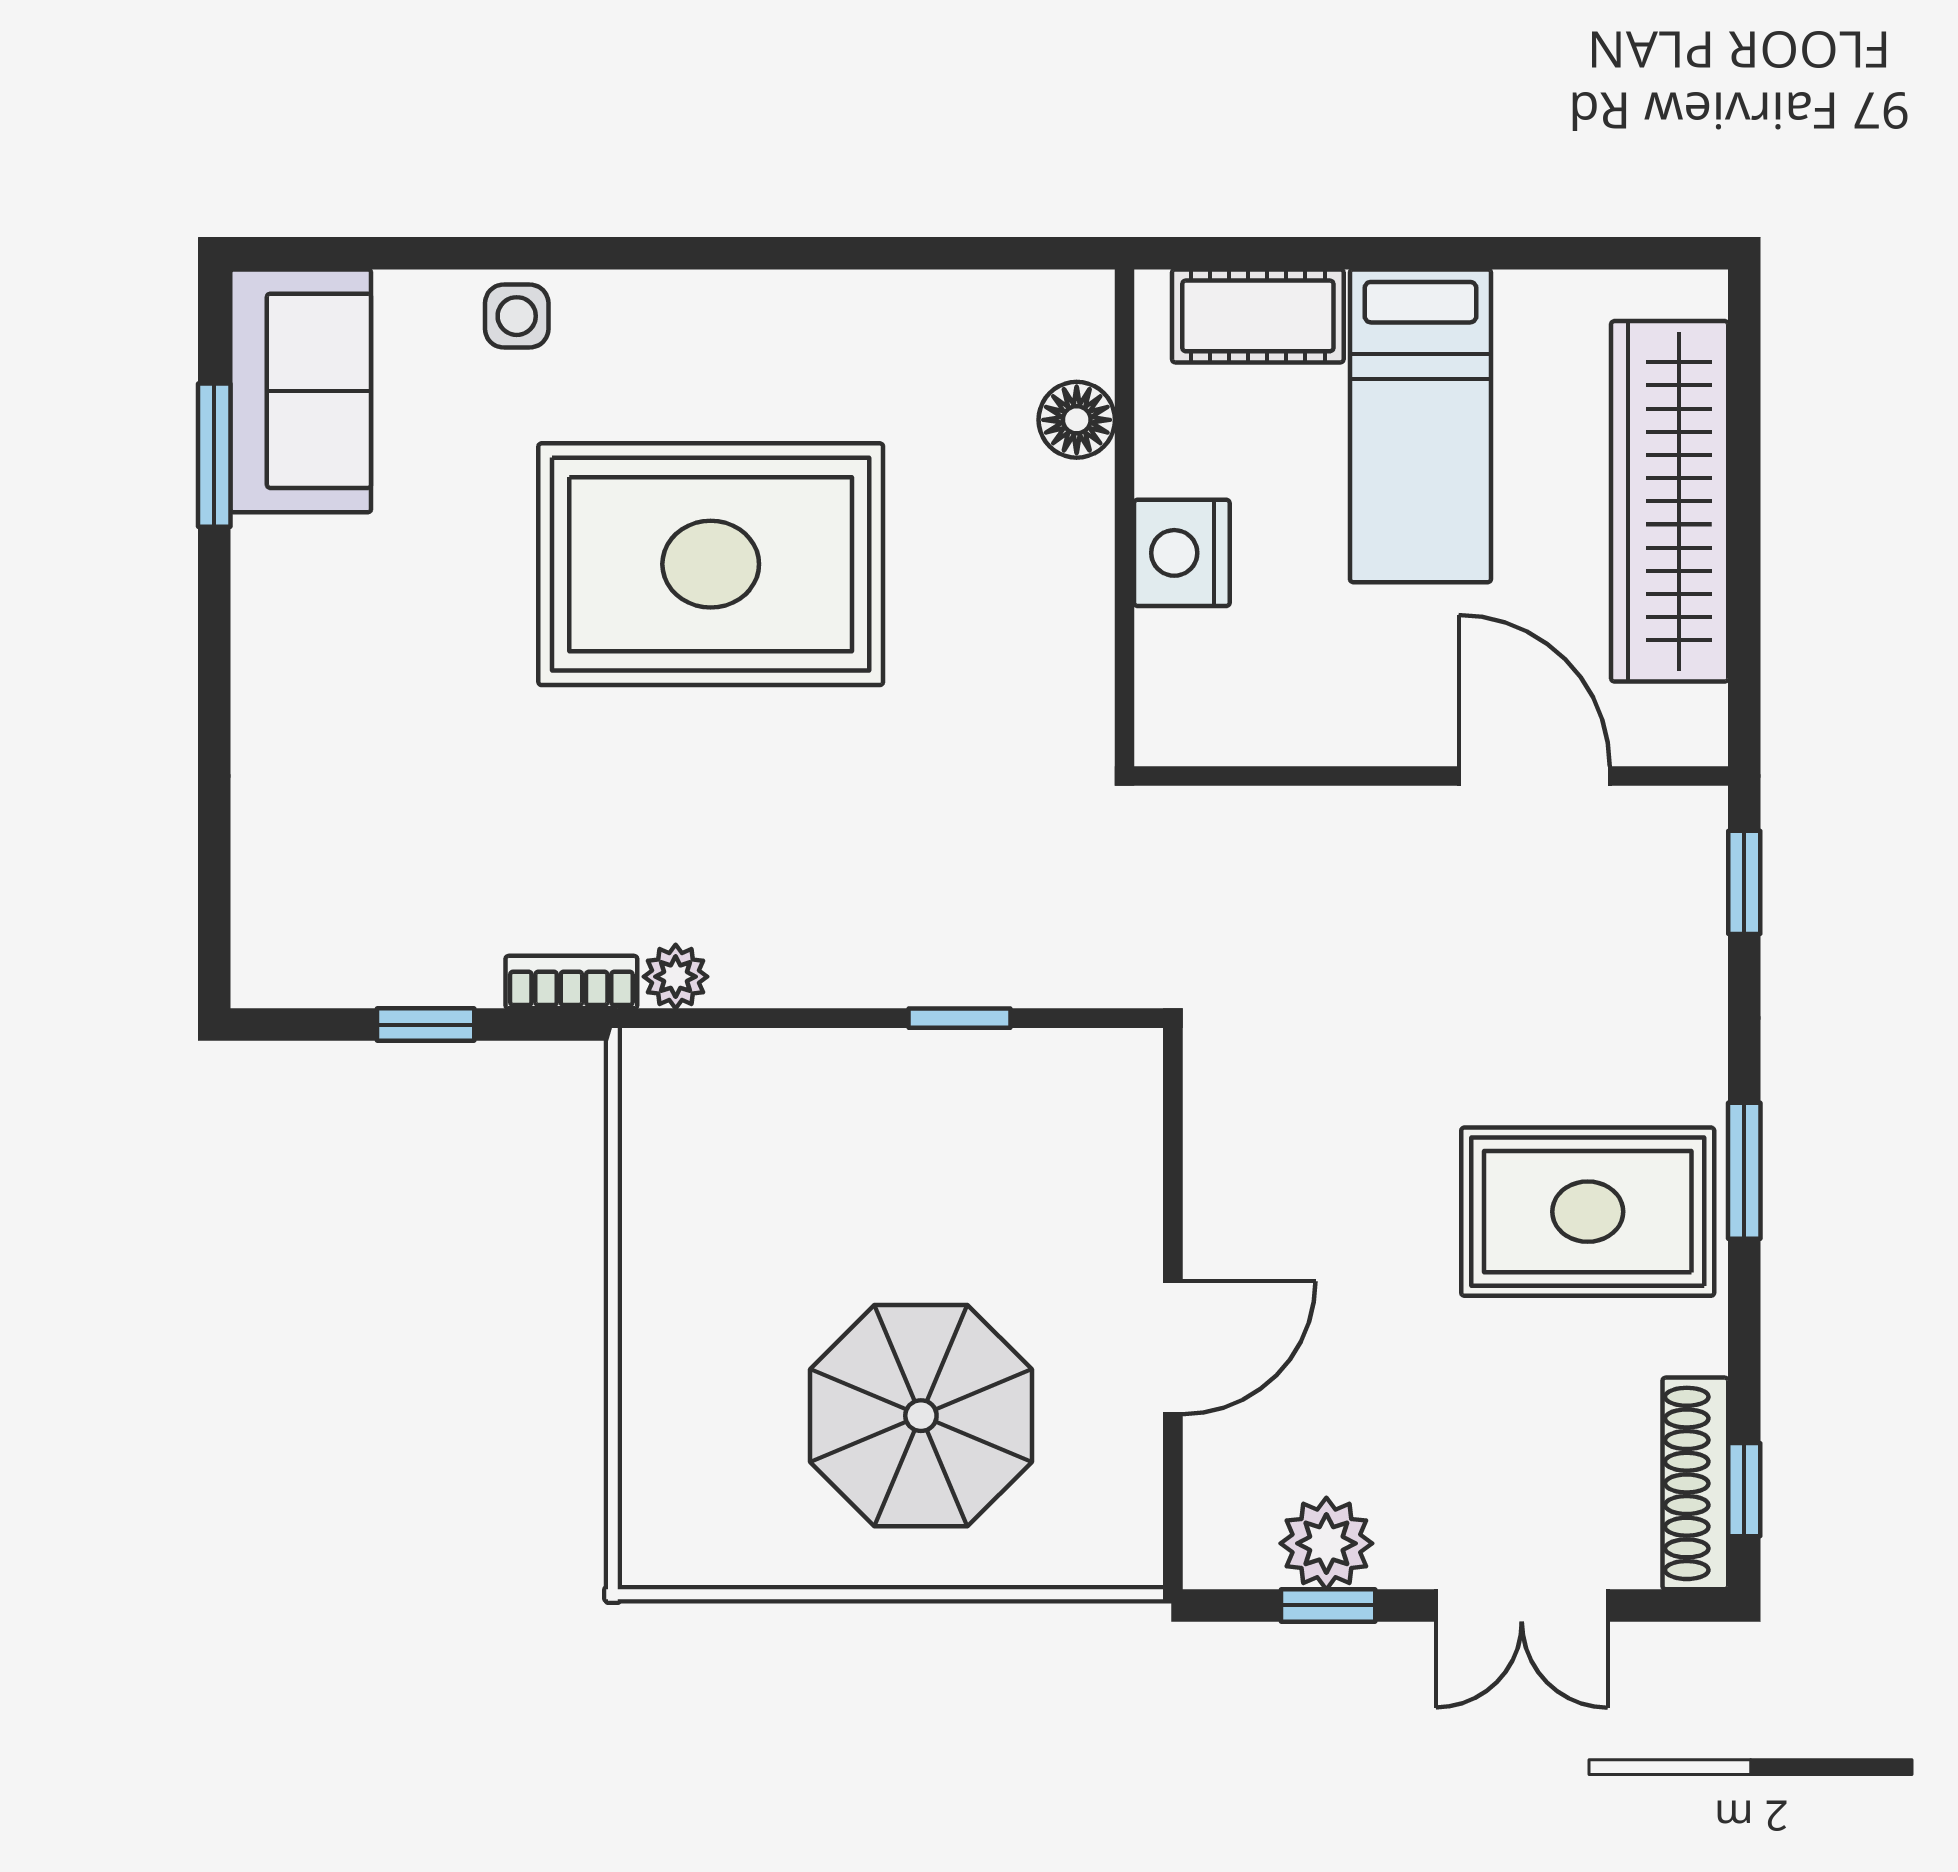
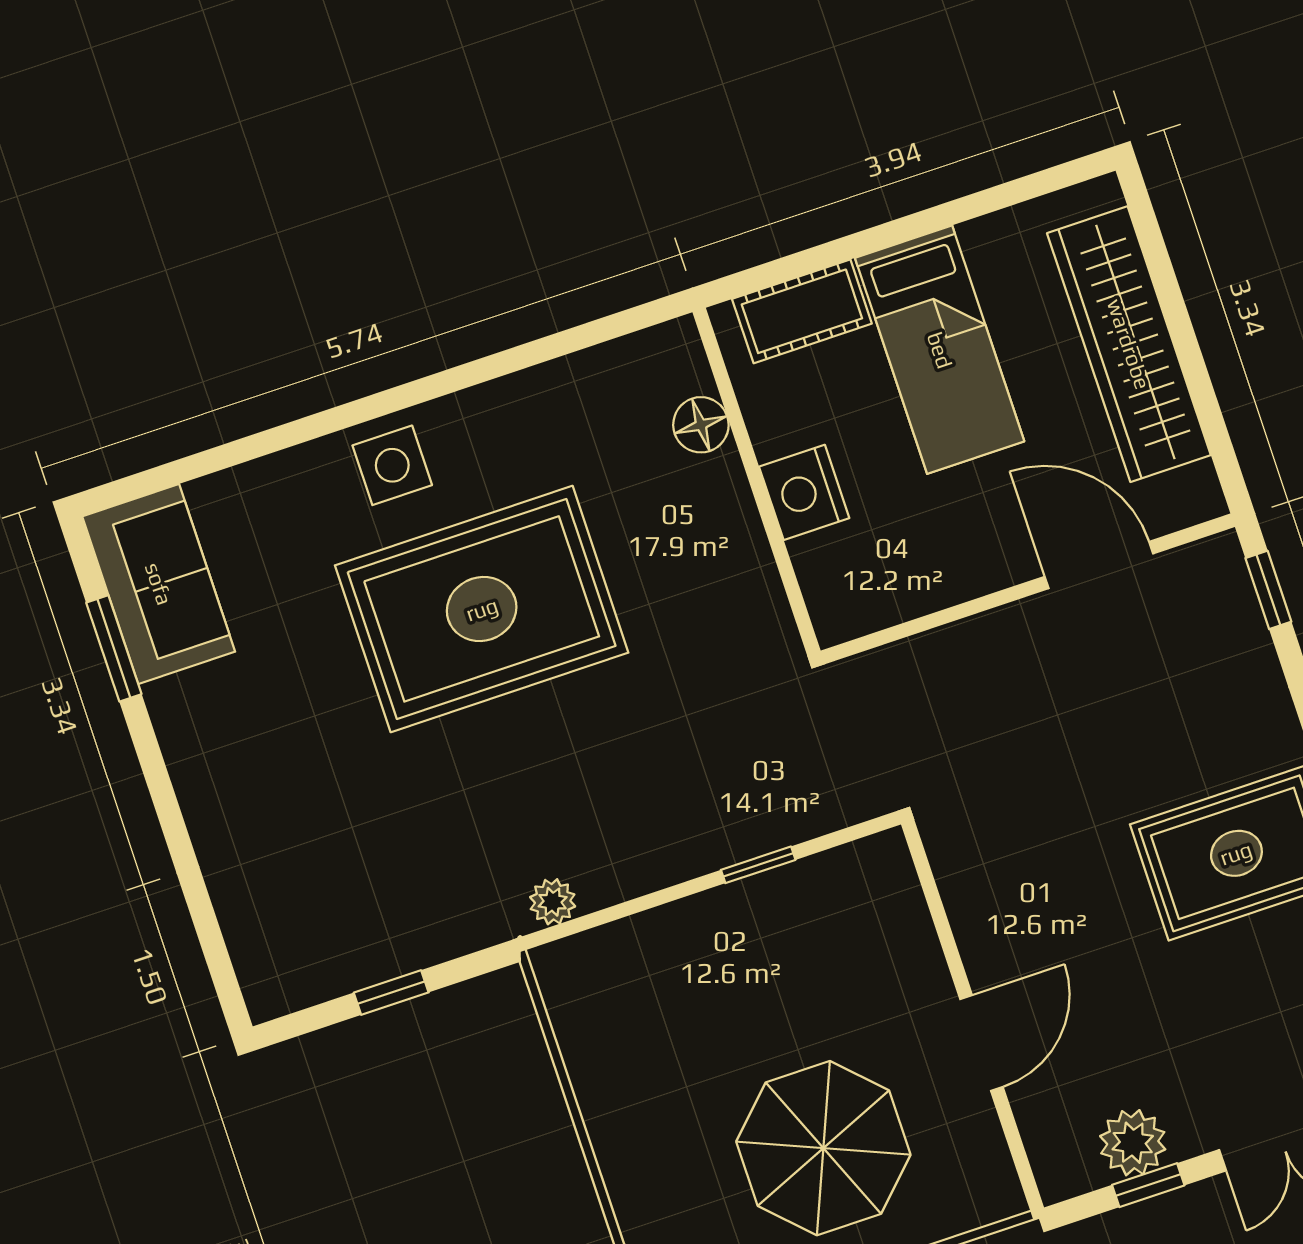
side table: (517, 316) -> (392, 465), moved, width x1.37, depth x1.37
bookcase: (571, 982) -> (482, 930), removed

